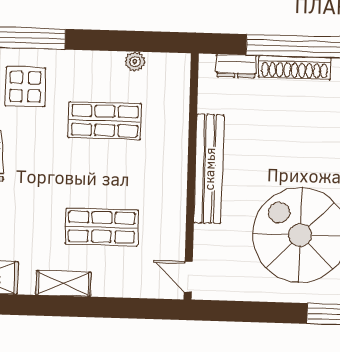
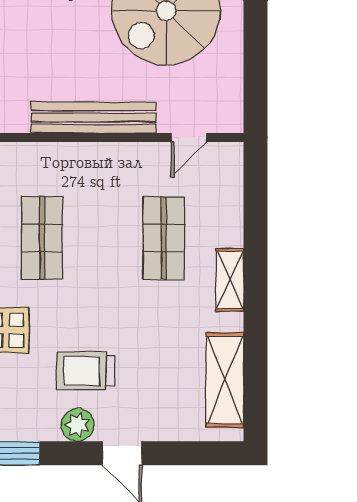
door: (188, 277) -> (189, 137), moved

